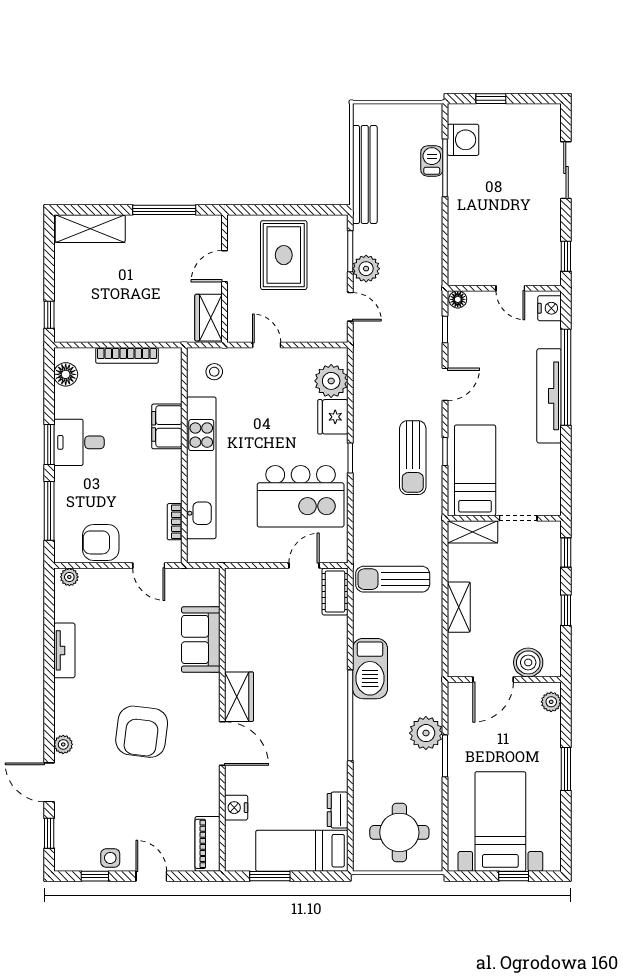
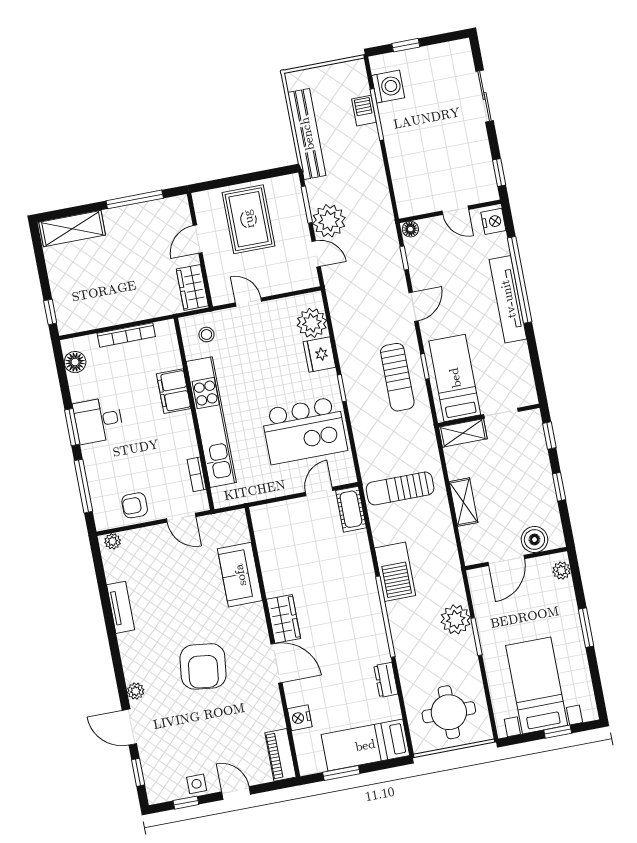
plant: (366, 269) -> (329, 221), width x1.36, depth x1.36
armchair: (101, 542) -> (135, 505), width x0.72, depth x0.72
dresser: (338, 810) -> (386, 680), moved

